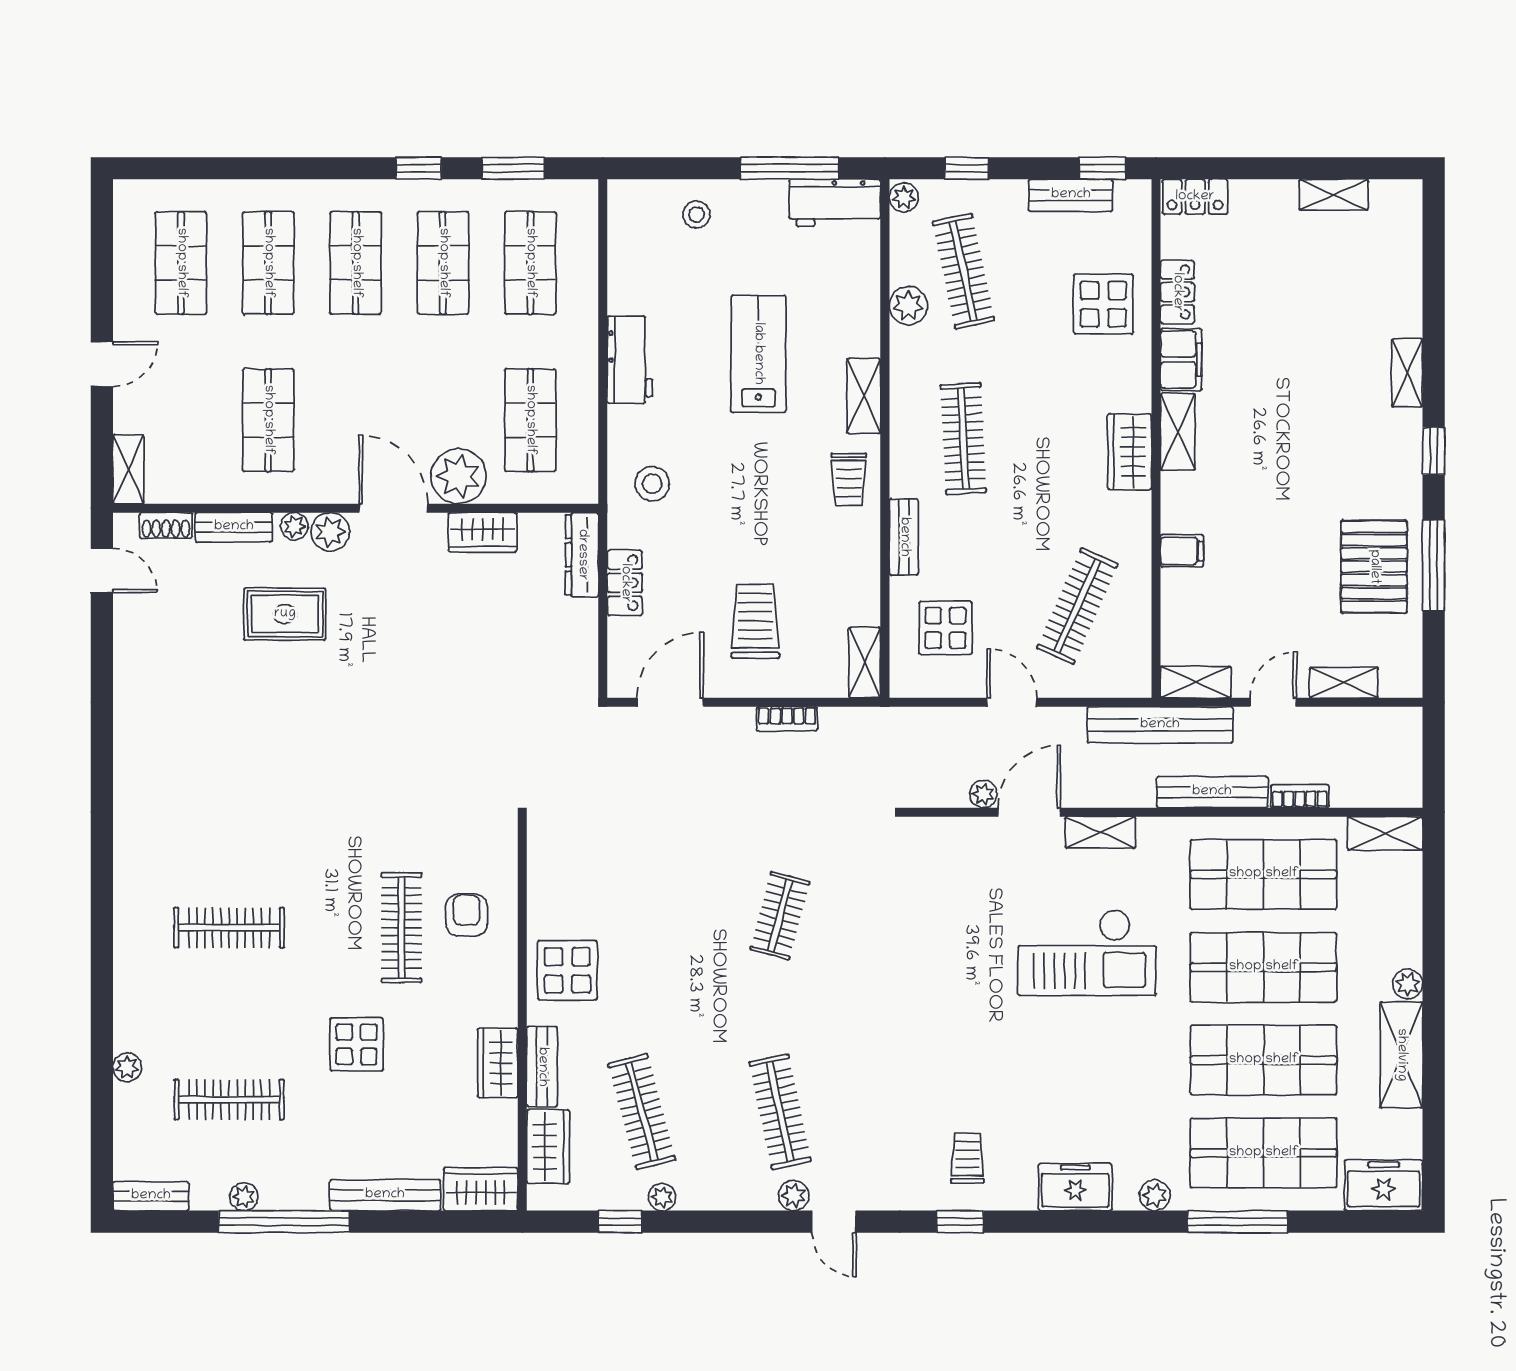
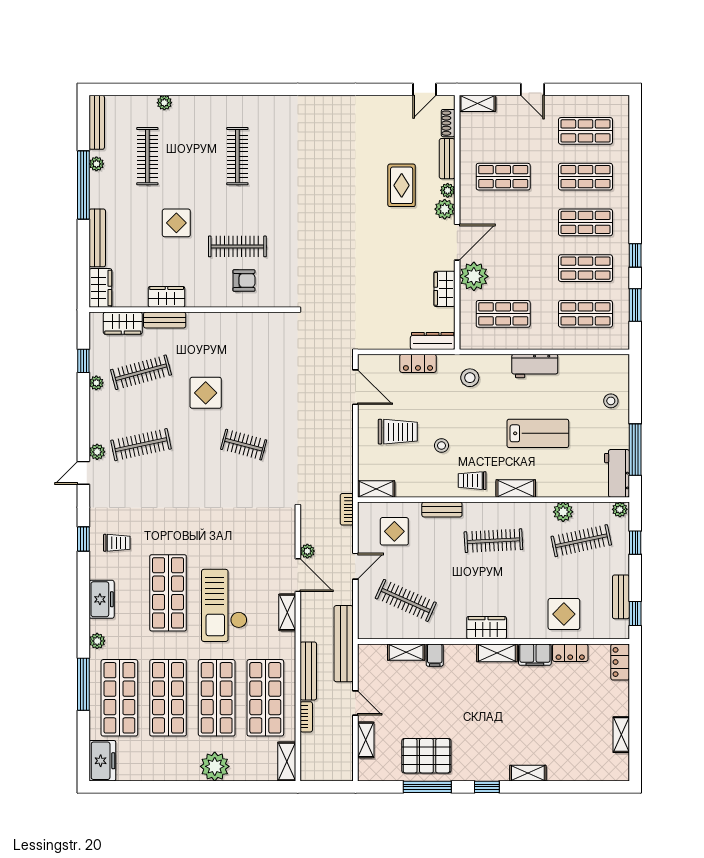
stool: (782, 538) -> (442, 446), added
shelving: (1196, 682) -> (406, 652), moved, turned 90
bookcase: (787, 719) -> (347, 509), moved
display table: (567, 970) -> (206, 393), moved
plant: (1408, 984) -> (215, 766), width x1.88, depth x1.88
shelving: (1401, 1055) -> (171, 770), removed
shop shelf: (1063, 1060) -> (168, 593), added
bench: (151, 1196) -> (97, 122), width x1.36

